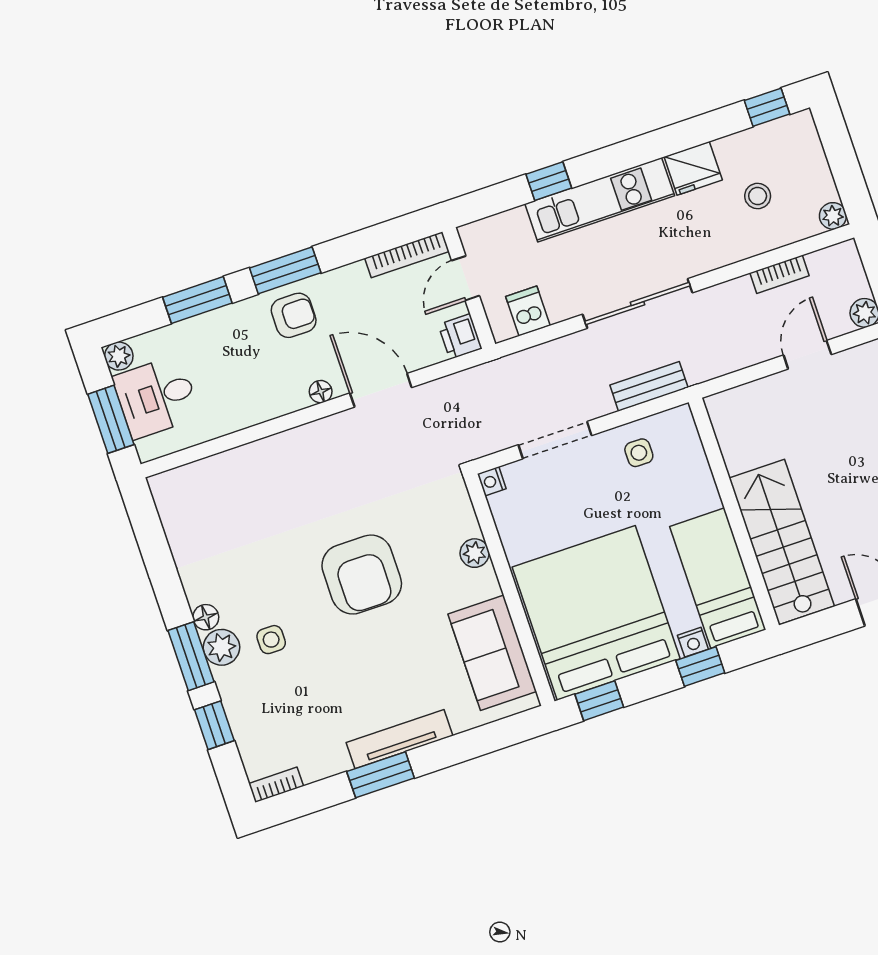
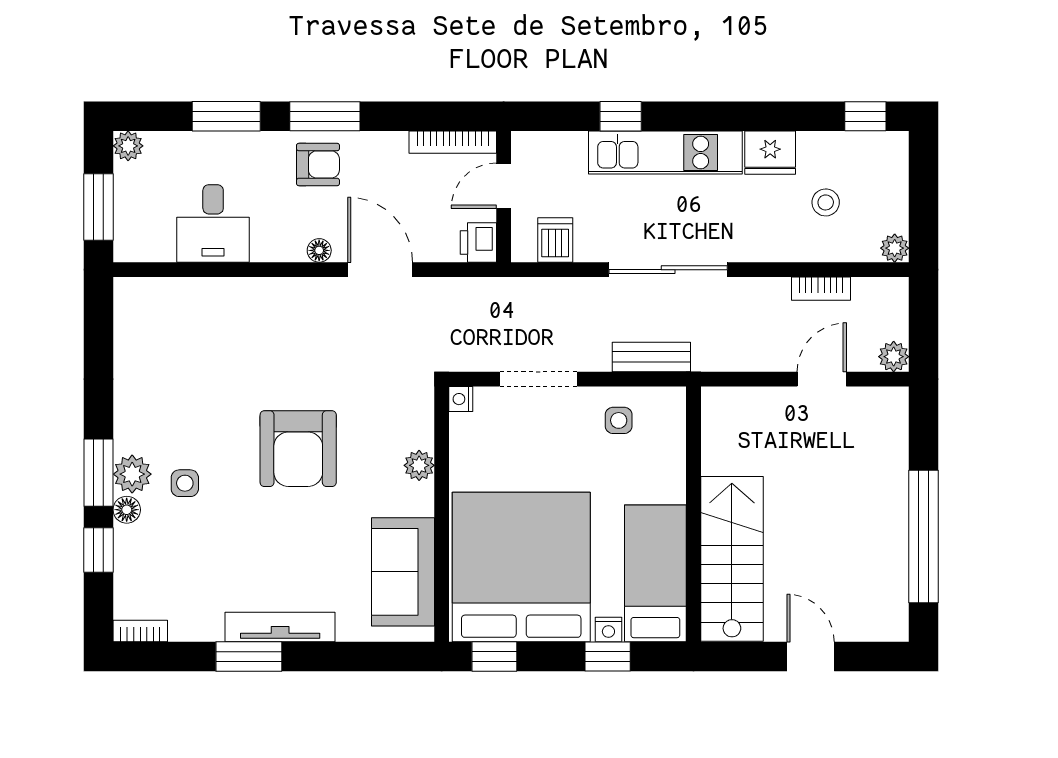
desk: (156, 397) -> (213, 223), moved, turned -90
floor lamp: (206, 617) -> (127, 510), moved

